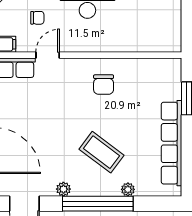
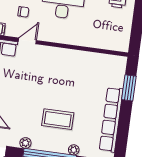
chair: (104, 85) -> (66, 69), removed
coffee table: (102, 152) -> (58, 119), turned -37

